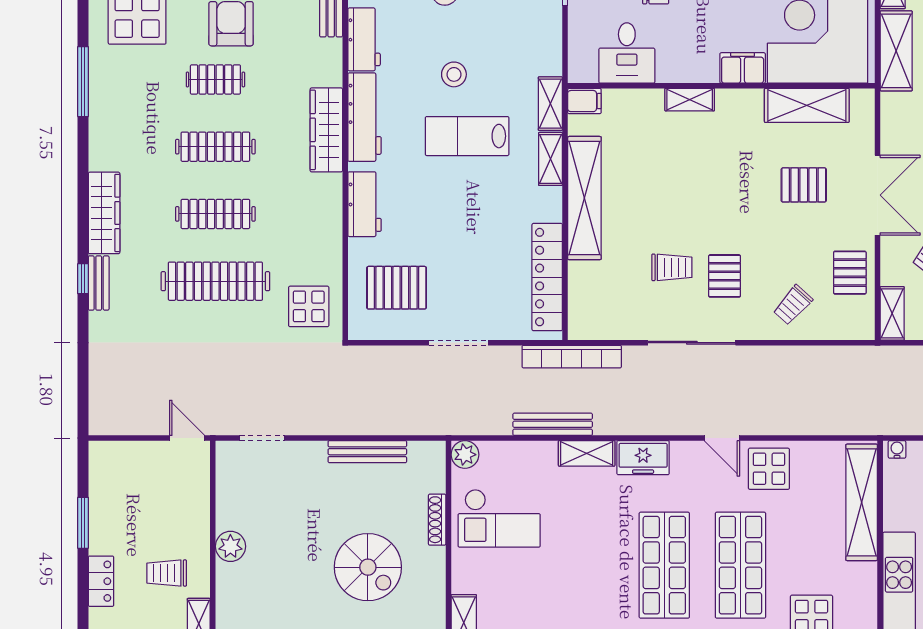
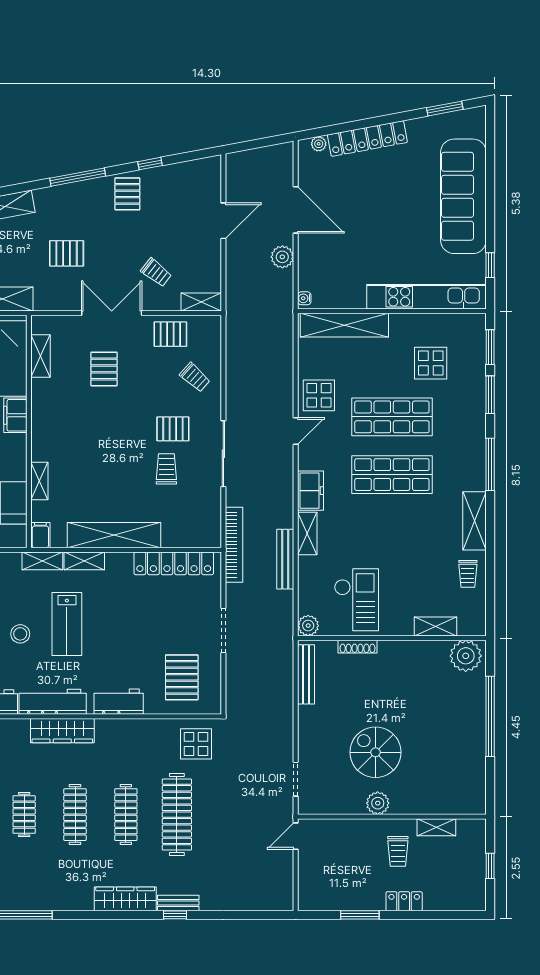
shelving: (690, 100) -> (39, 481), moved
shelving: (807, 105) -> (41, 356), width x0.67, depth x0.75
bench: (367, 452) -> (306, 674), moved
spiral stairs: (368, 567) -> (375, 752), moved, turned -90

